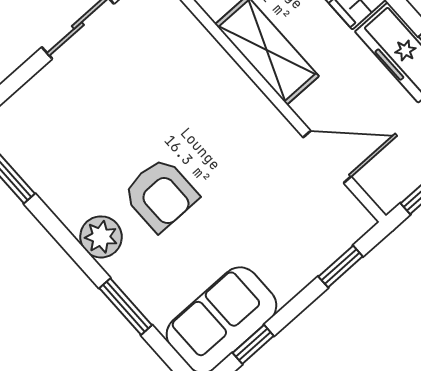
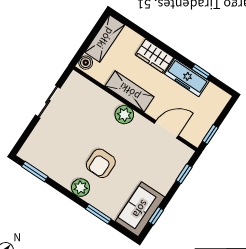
plant: (241, 99) -> (124, 115), added
armchair: (161, 195) -> (101, 163), turned 90

